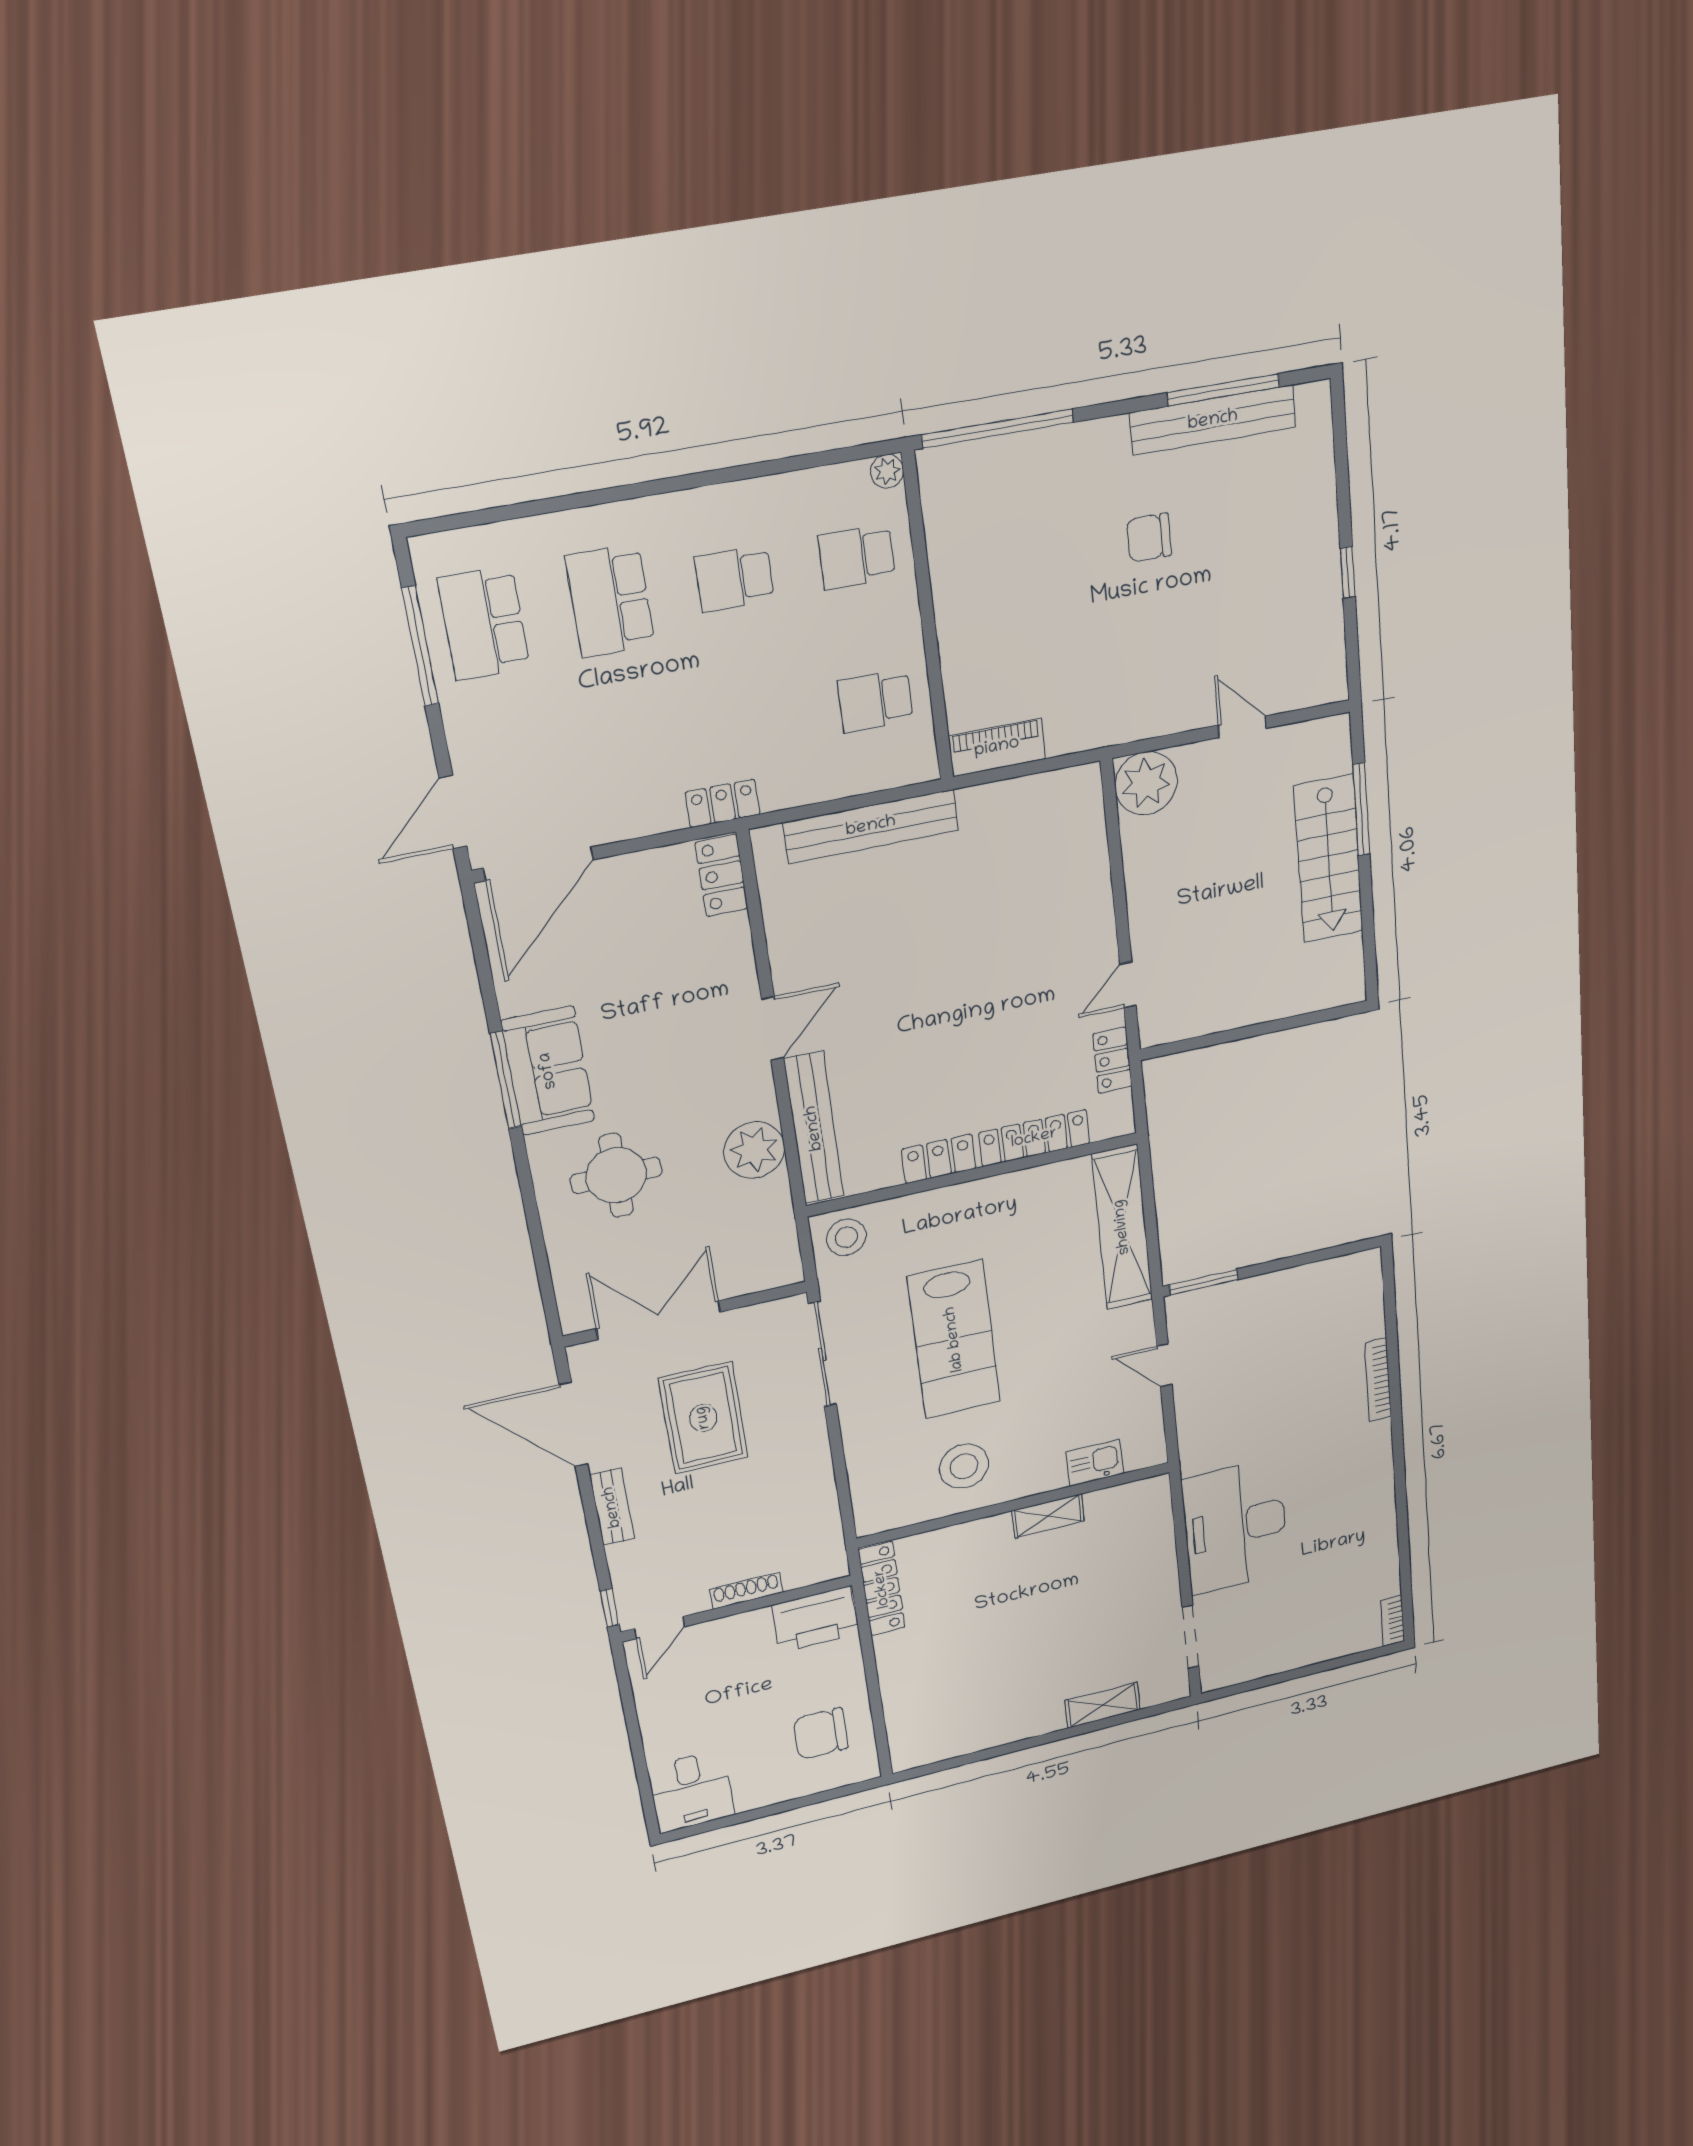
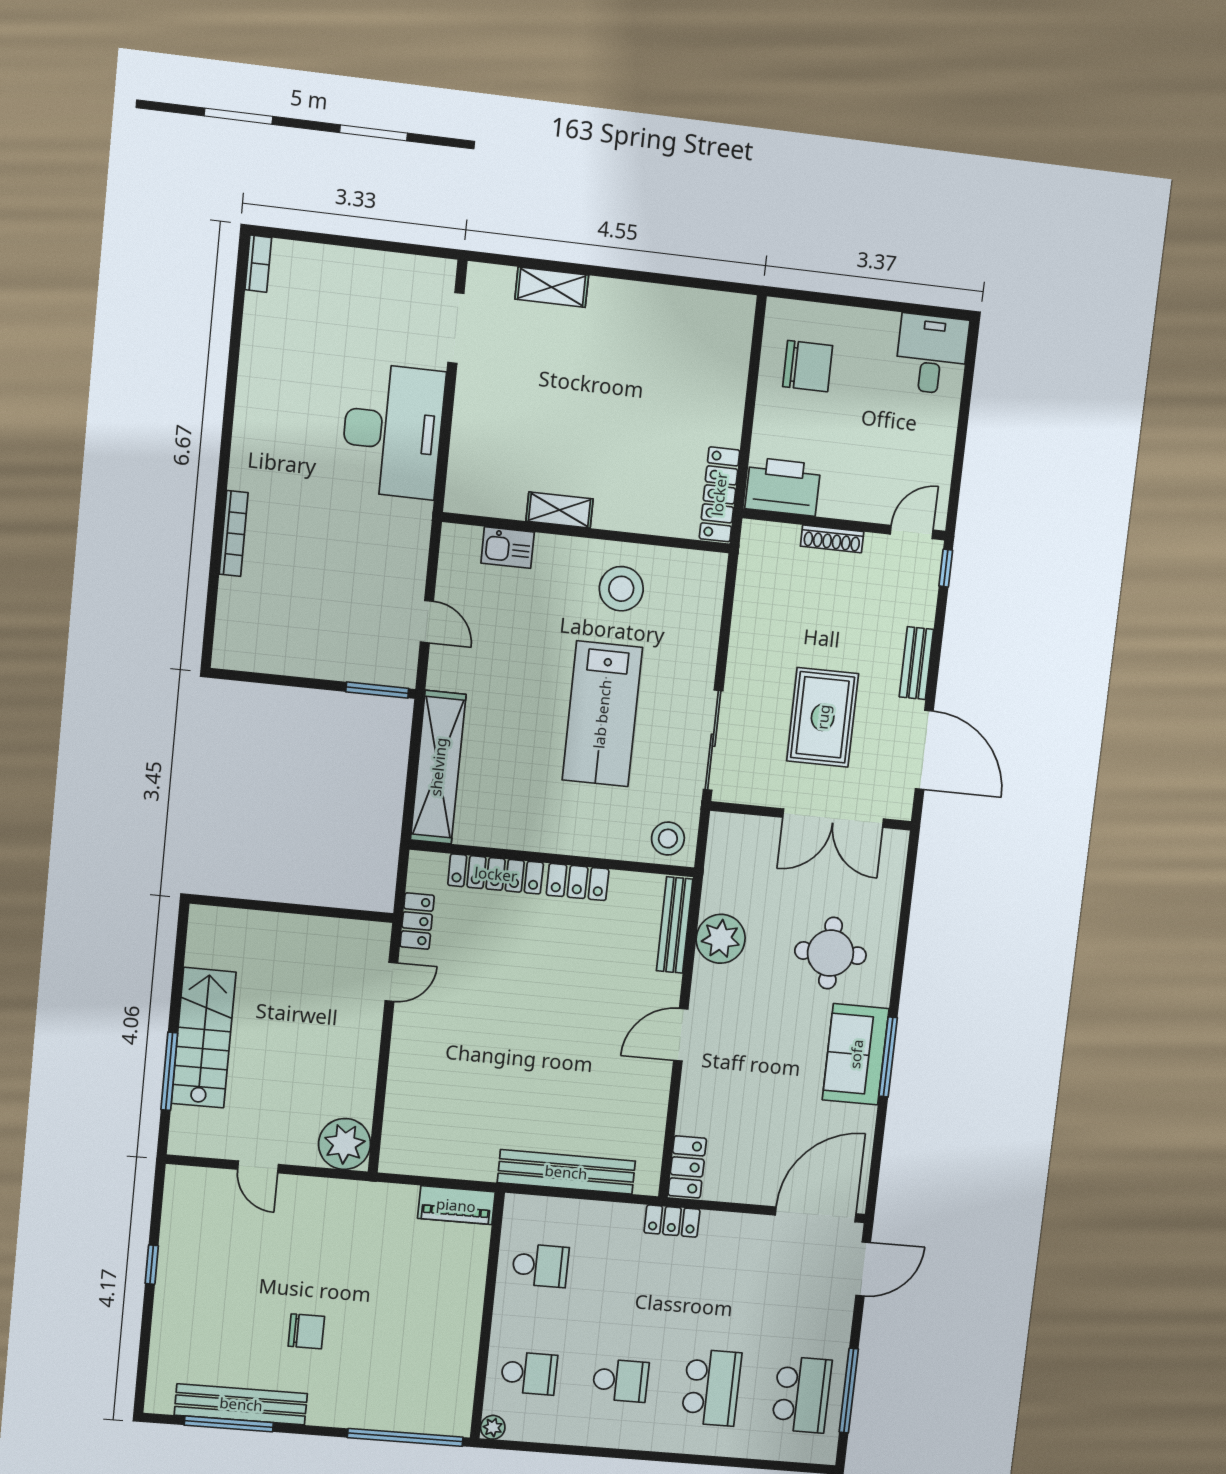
bench: (814, 1128) -> (675, 925), width x0.73, depth x0.82
lab bench: (954, 1339) -> (602, 714), turned 180

